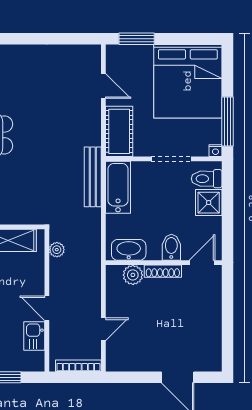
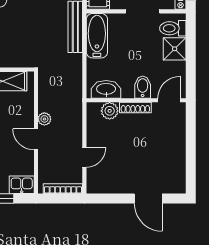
plant: (57, 250) -> (44, 119), moved
kitchen sink: (34, 336) -> (22, 185), moved, turned 90

